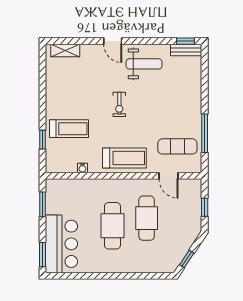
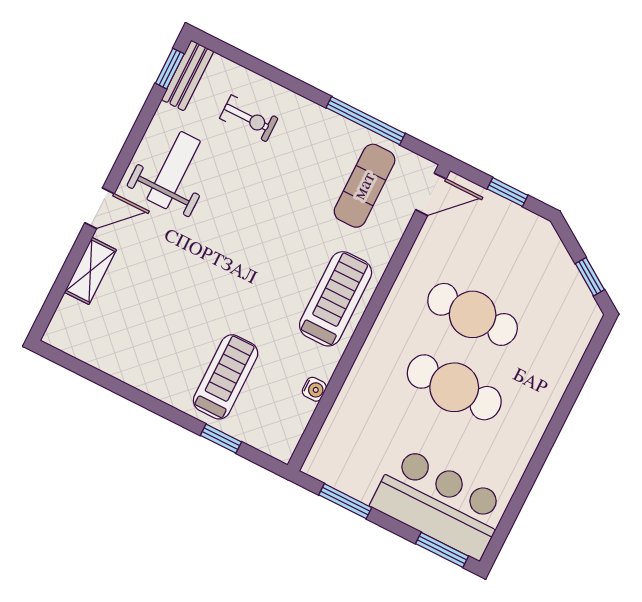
shelving: (65, 50) -> (90, 271), moved
exercise bike: (119, 104) -> (249, 118), moved
door: (168, 176) -> (431, 194), moved

